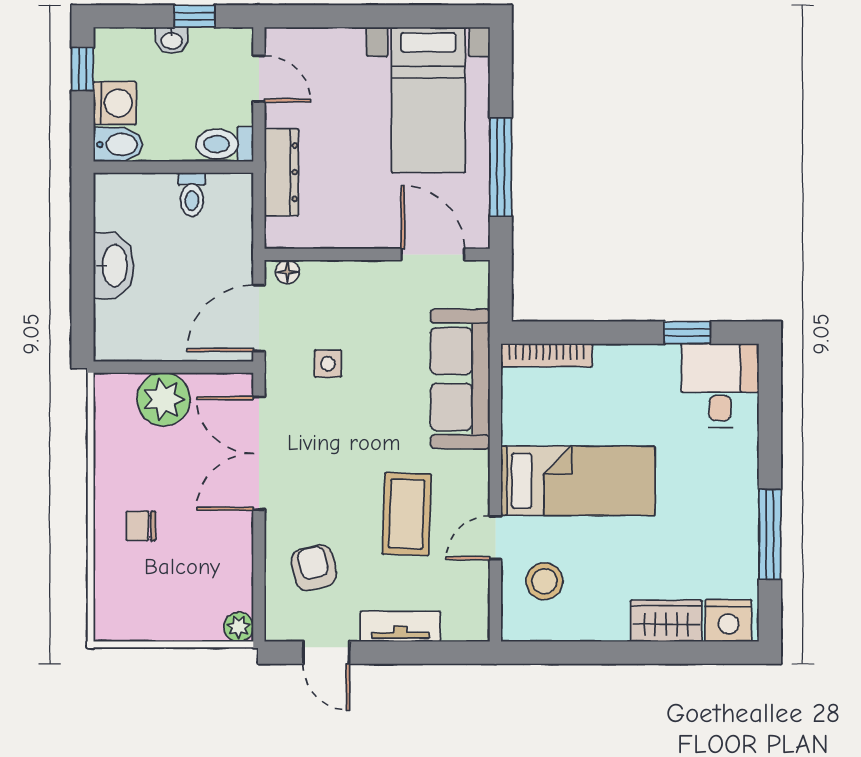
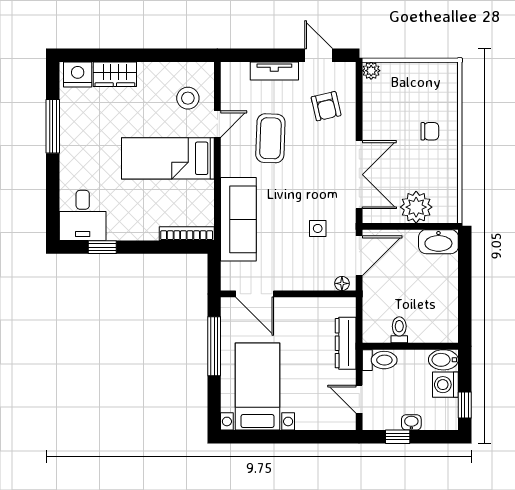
washbasin: (114, 266) -> (438, 242), moved, turned -90

